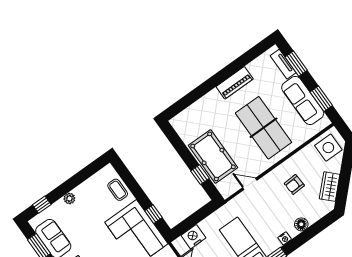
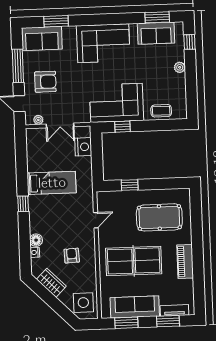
pool table: (213, 156) -> (159, 217), moved
nightstand: (285, 238) -> (35, 252), moved

